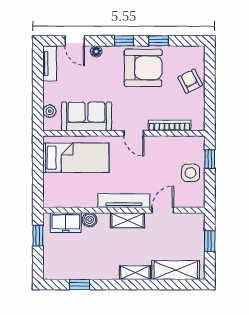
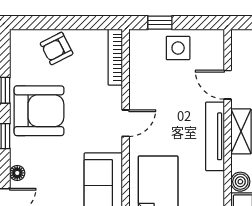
armchair: (143, 68) -> (39, 111), turned 90
bookcase: (169, 125) -> (115, 57), moved

